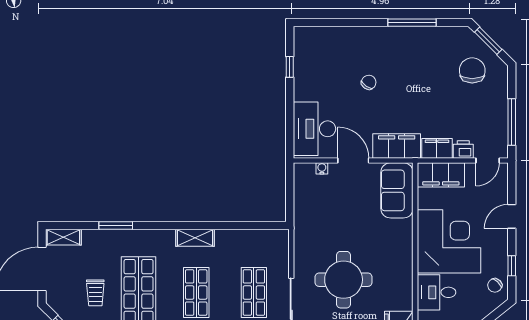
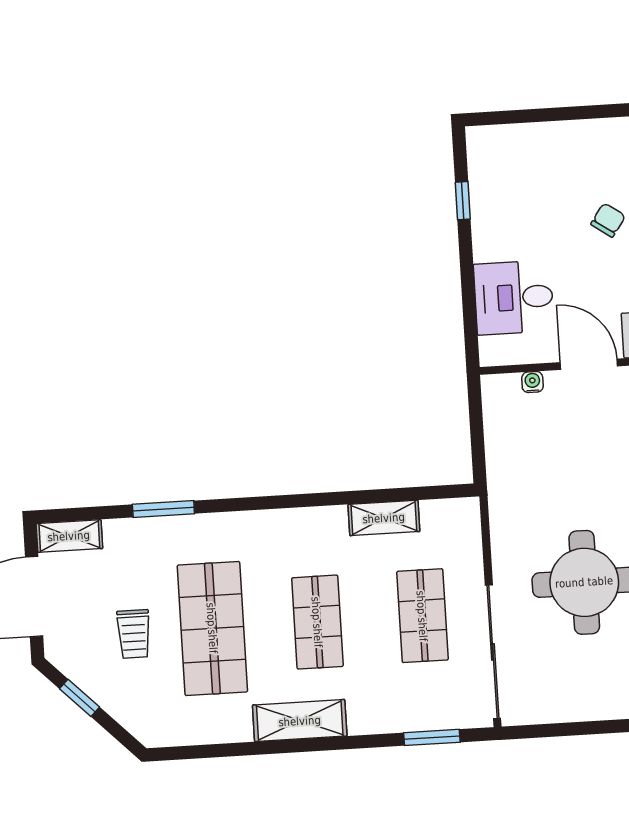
desk: (314, 129) -> (514, 297), width x0.73
shelving: (195, 238) -> (384, 518), moved

